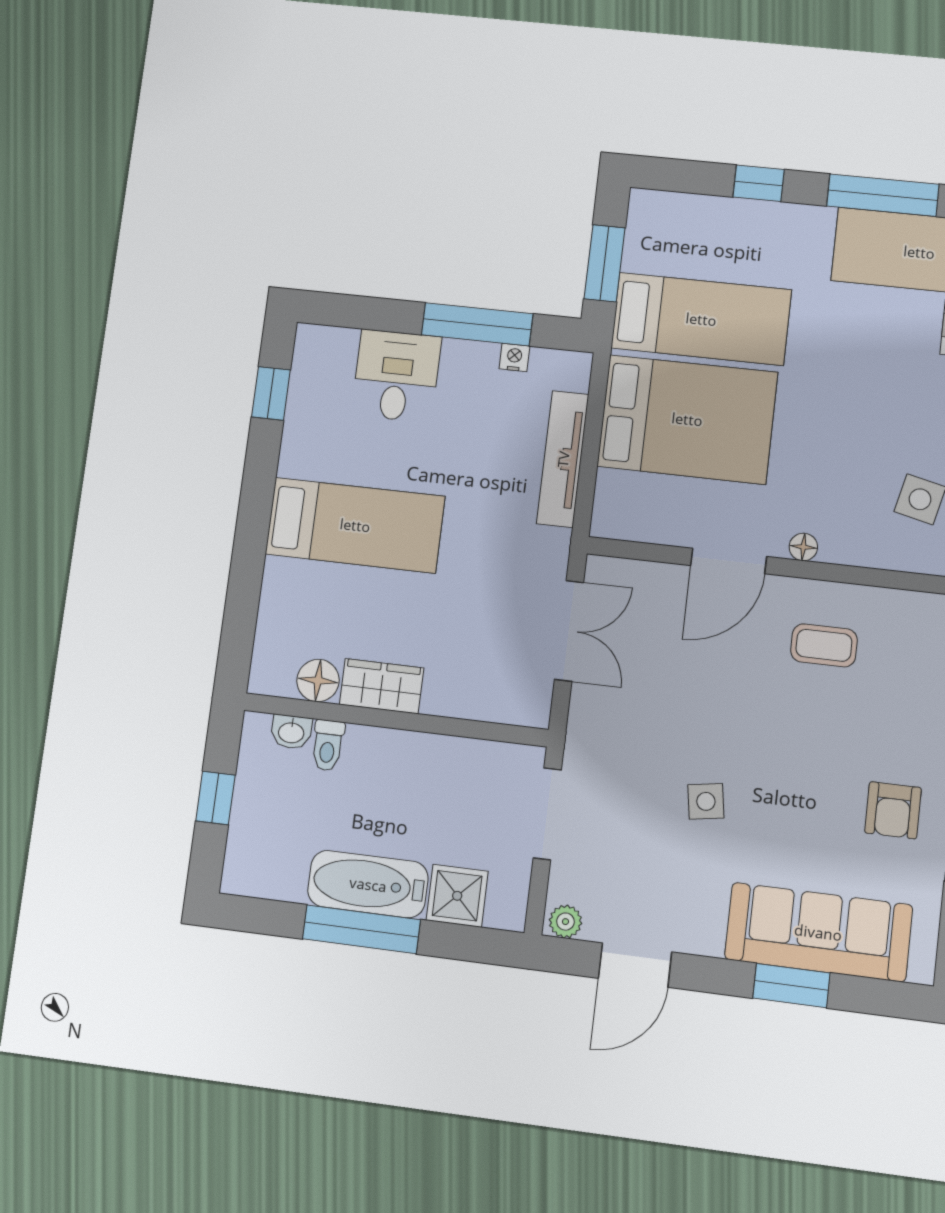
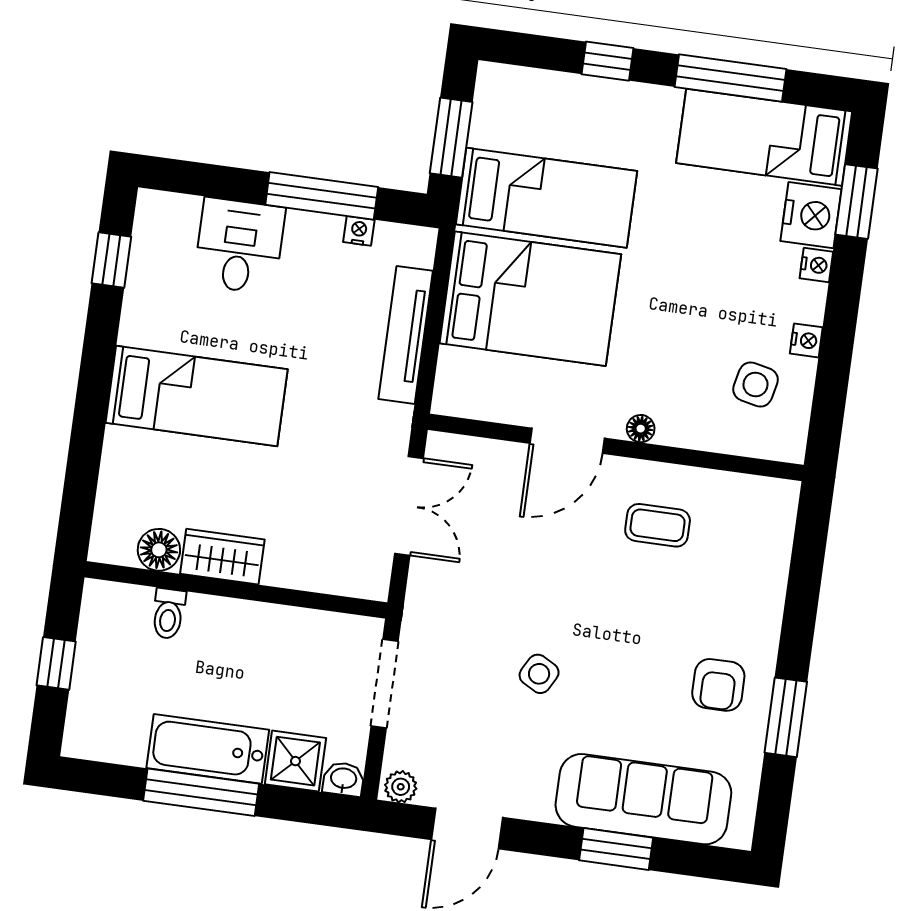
washbasin: (291, 732) -> (343, 779), moved, turned 180
side table: (706, 801) -> (539, 674), turned 38

